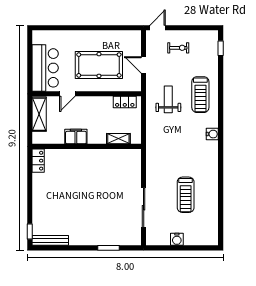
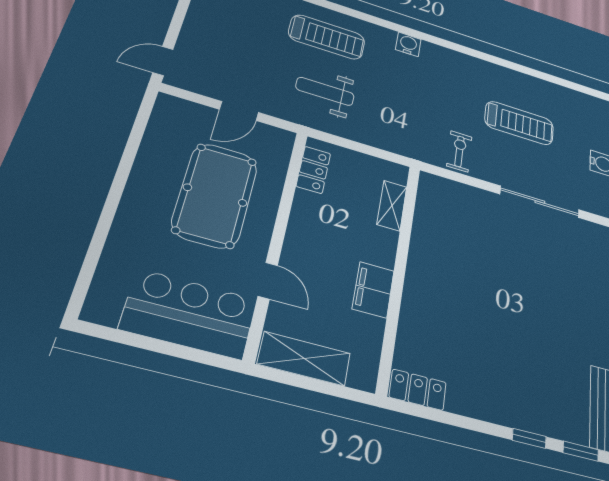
door: (157, 28) -> (163, 61), hinge flipped
exercise bike: (178, 48) -> (459, 151), moved
window: (30, 209) -> (529, 438), added

